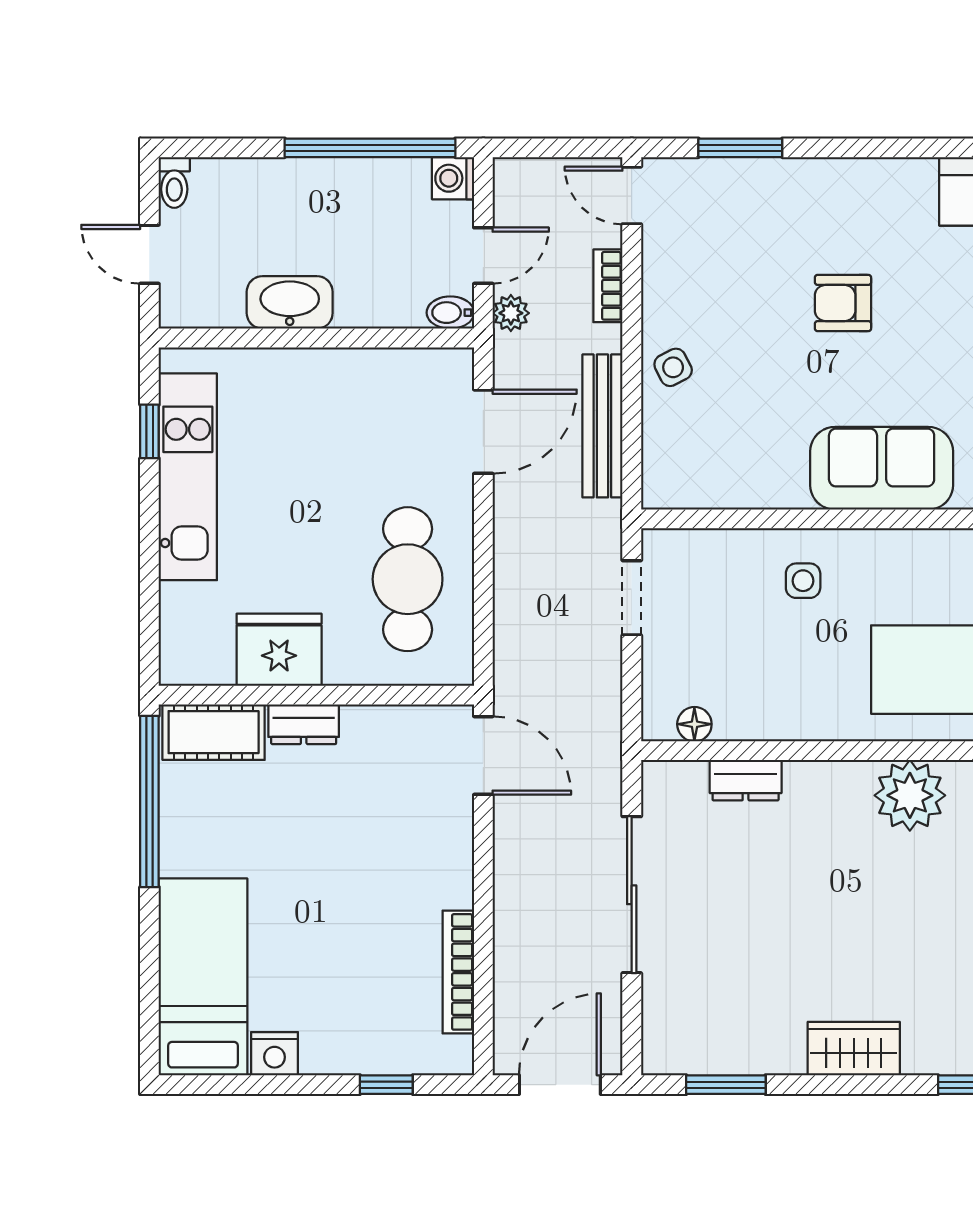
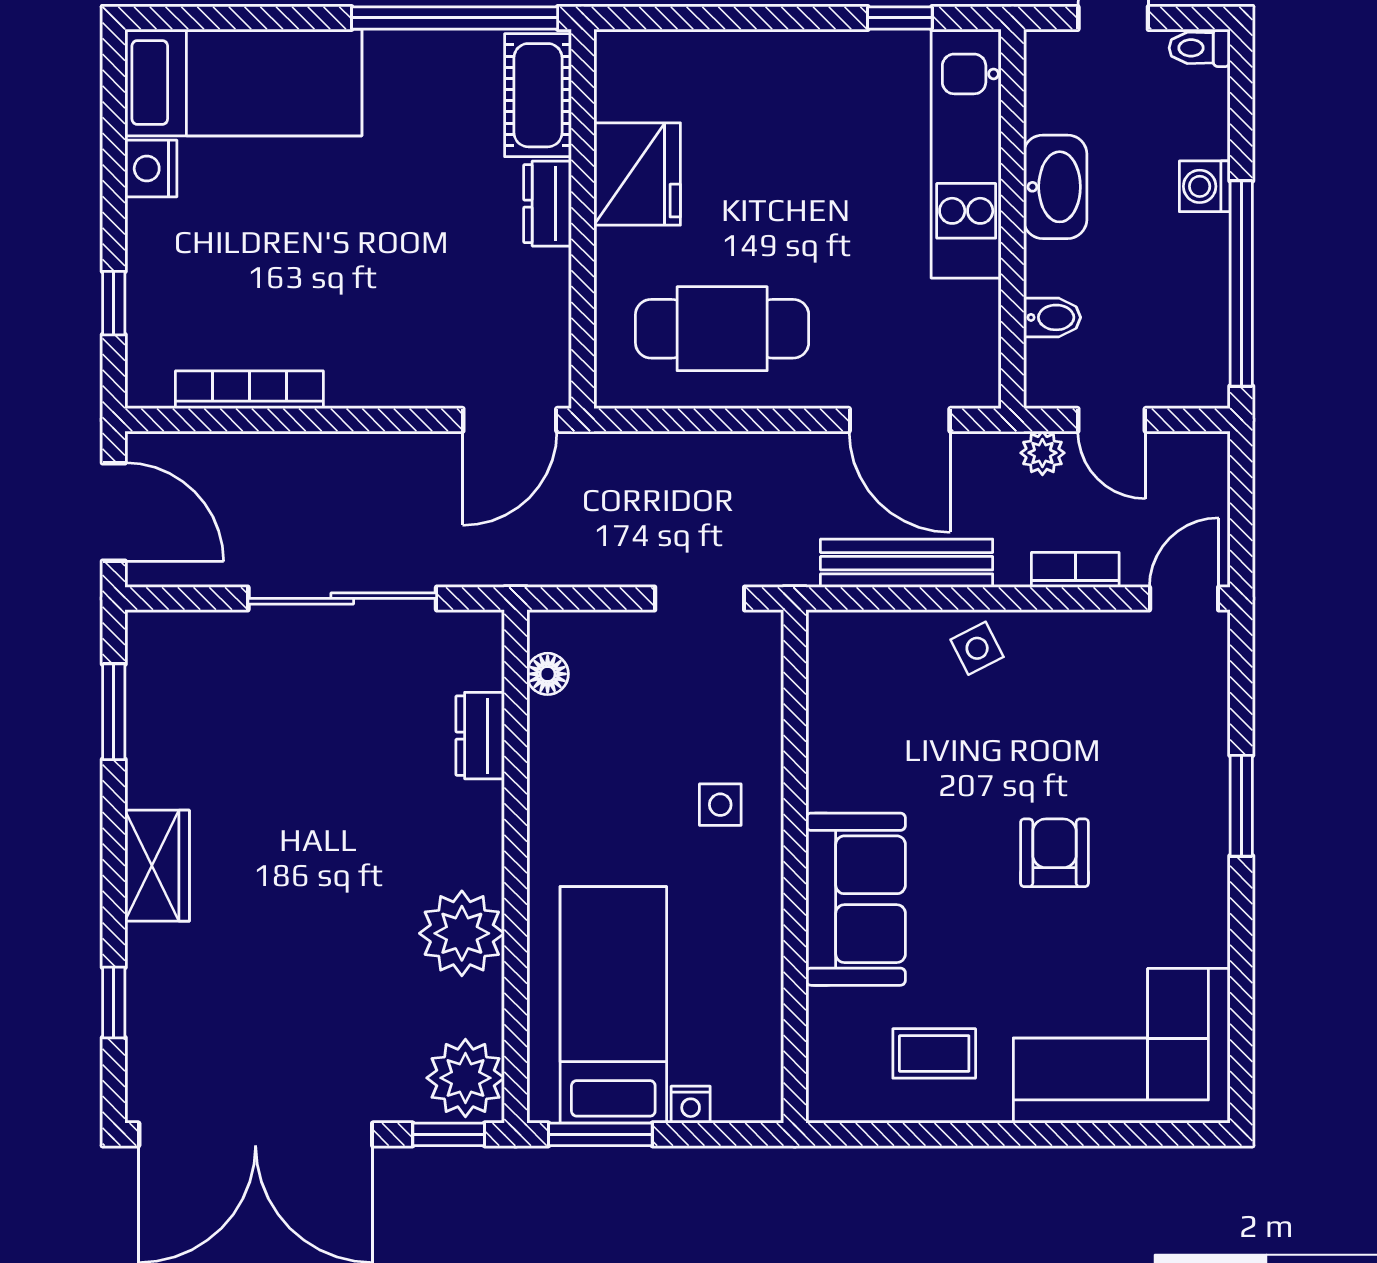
window: (740, 148) -> (1241, 806), moved
washing machine: (453, 178) -> (1205, 186), moved, turned -90
bidet: (450, 313) -> (1052, 317), moved, turned 90
kitchen unit: (188, 477) -> (966, 154), moved, turned 90

